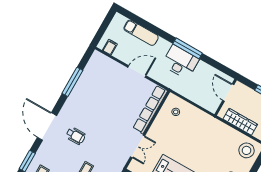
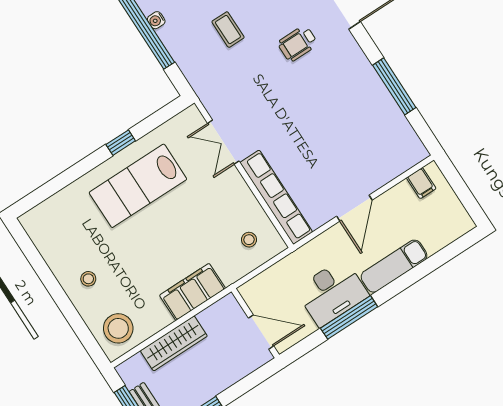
exam couch: (141, 33) -> (394, 266), moved
door: (228, 93) -> (261, 332), moved
wall: (226, 97) -> (255, 323), moved
filing cabinet: (213, 125) -> (192, 292), added

